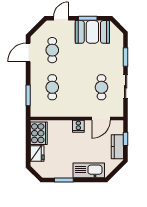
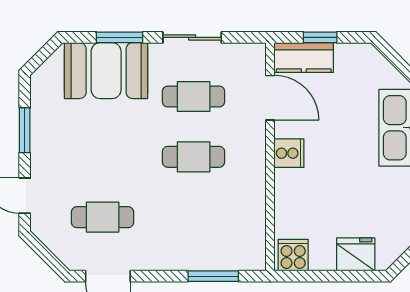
booth: (92, 32) -> (106, 71), moved, turned 90
cafe table: (52, 87) -> (194, 157), moved
cooker: (39, 133) -> (293, 255), width x0.53, depth x0.76
kitchen counter: (117, 147) -> (304, 58), moved

